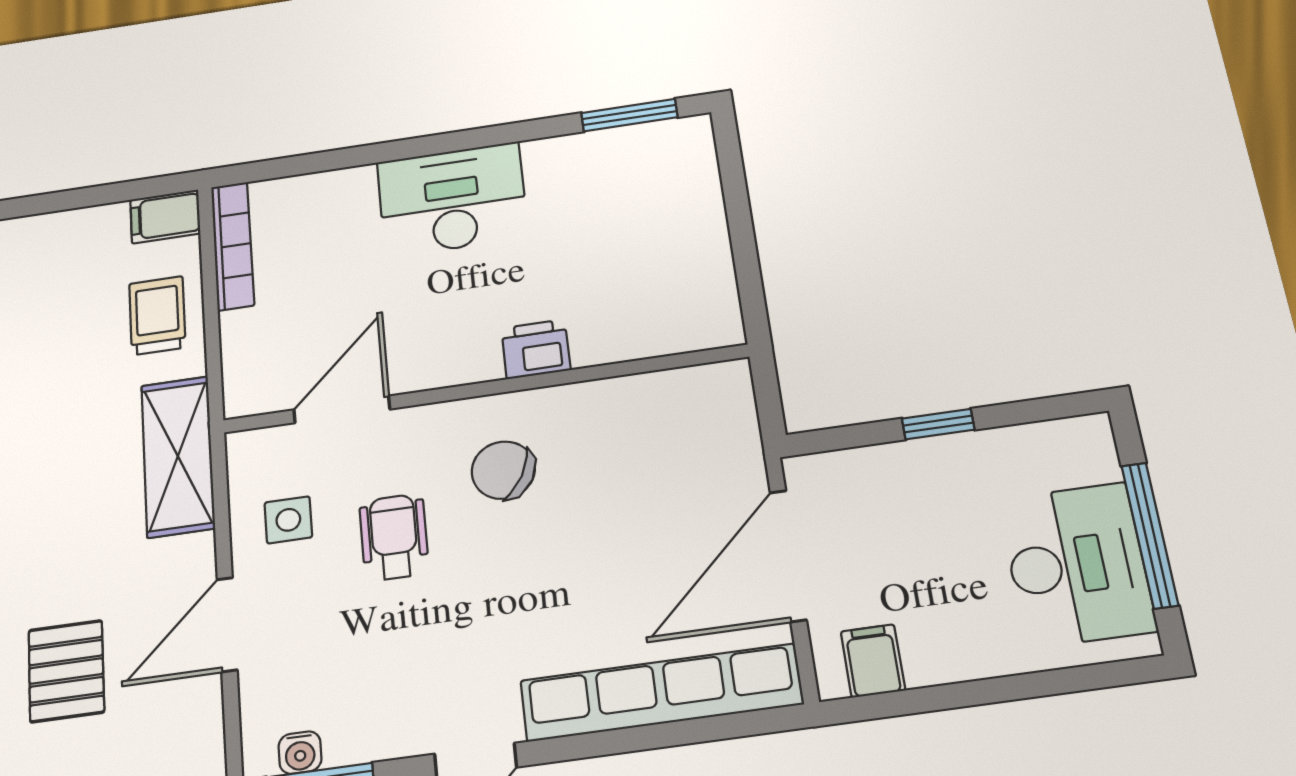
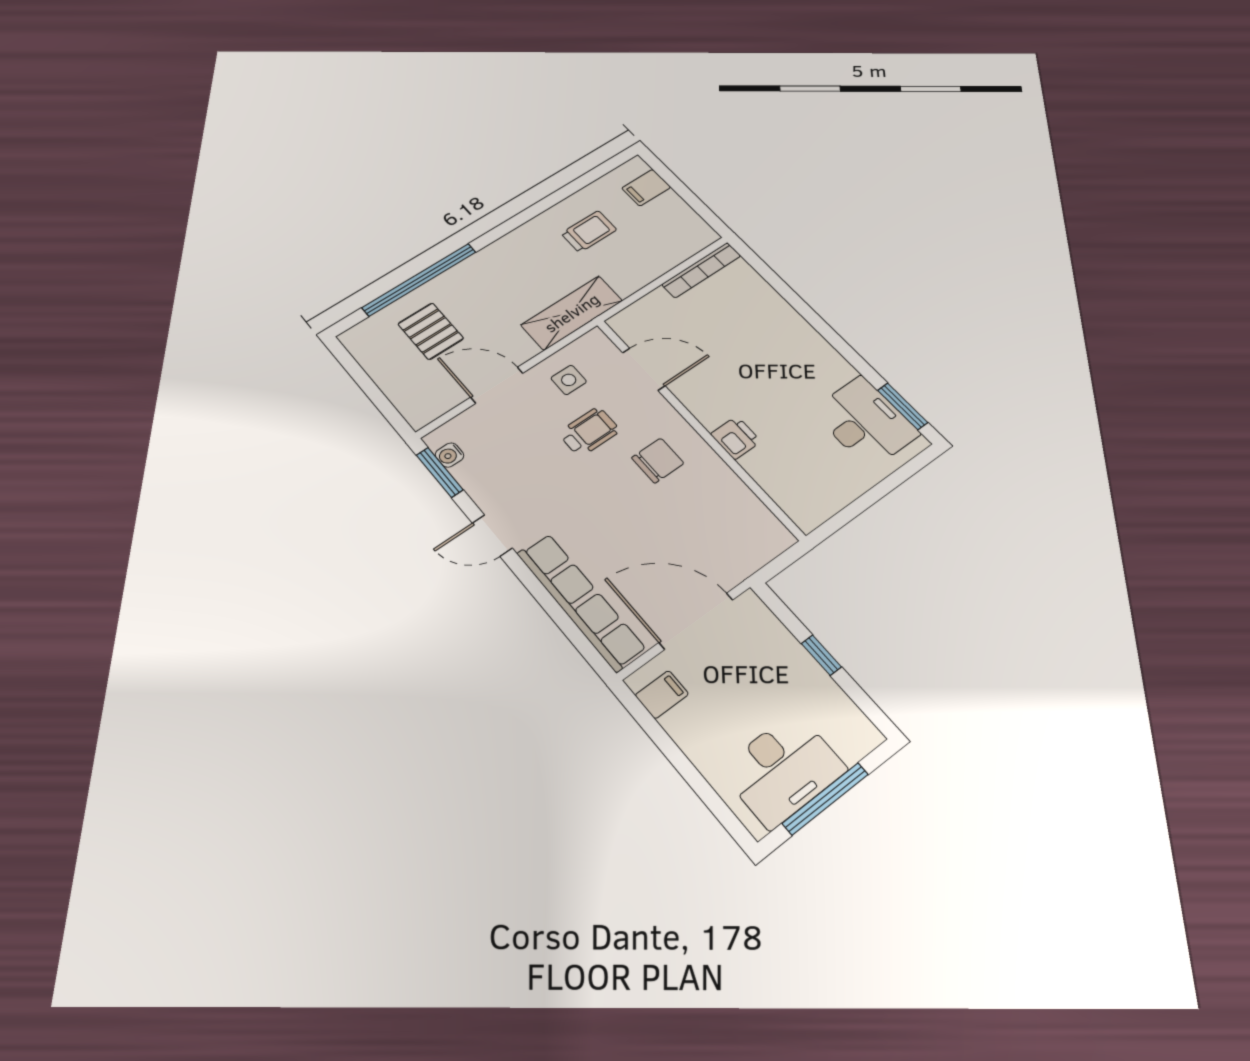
desk: (452, 199) -> (865, 422), moved
filing cabinet: (165, 217) -> (646, 188), moved, turned -90
trolley: (157, 315) -> (589, 232), moved
chair: (503, 470) -> (658, 461), turned 62
pallet: (66, 671) -> (431, 331), turned 90

